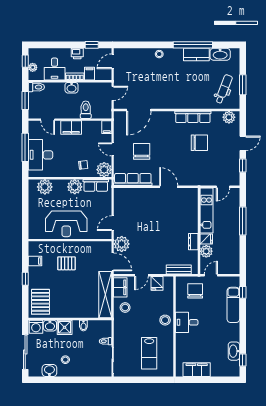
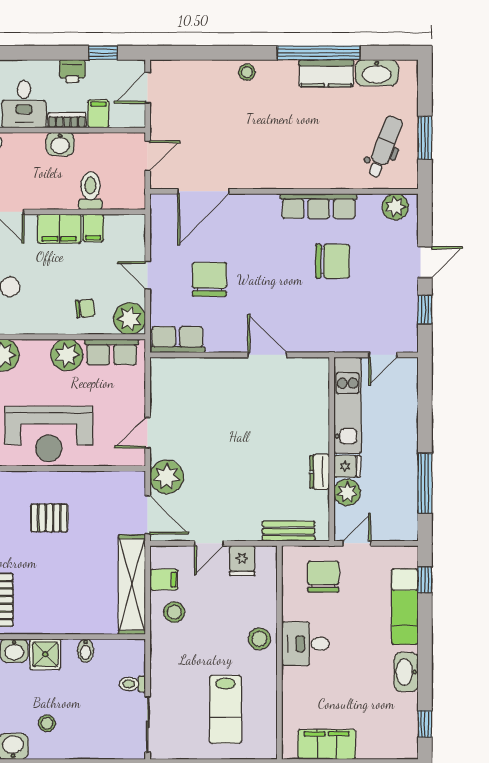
filing cabinet: (107, 127) -> (93, 228), moved
row of seats: (133, 180) -> (177, 340), width x0.68
window: (243, 221) -> (425, 483), moved
filing cabinet: (120, 287) -> (164, 580), width x0.50
washbasin: (234, 351) -> (406, 672), moved

